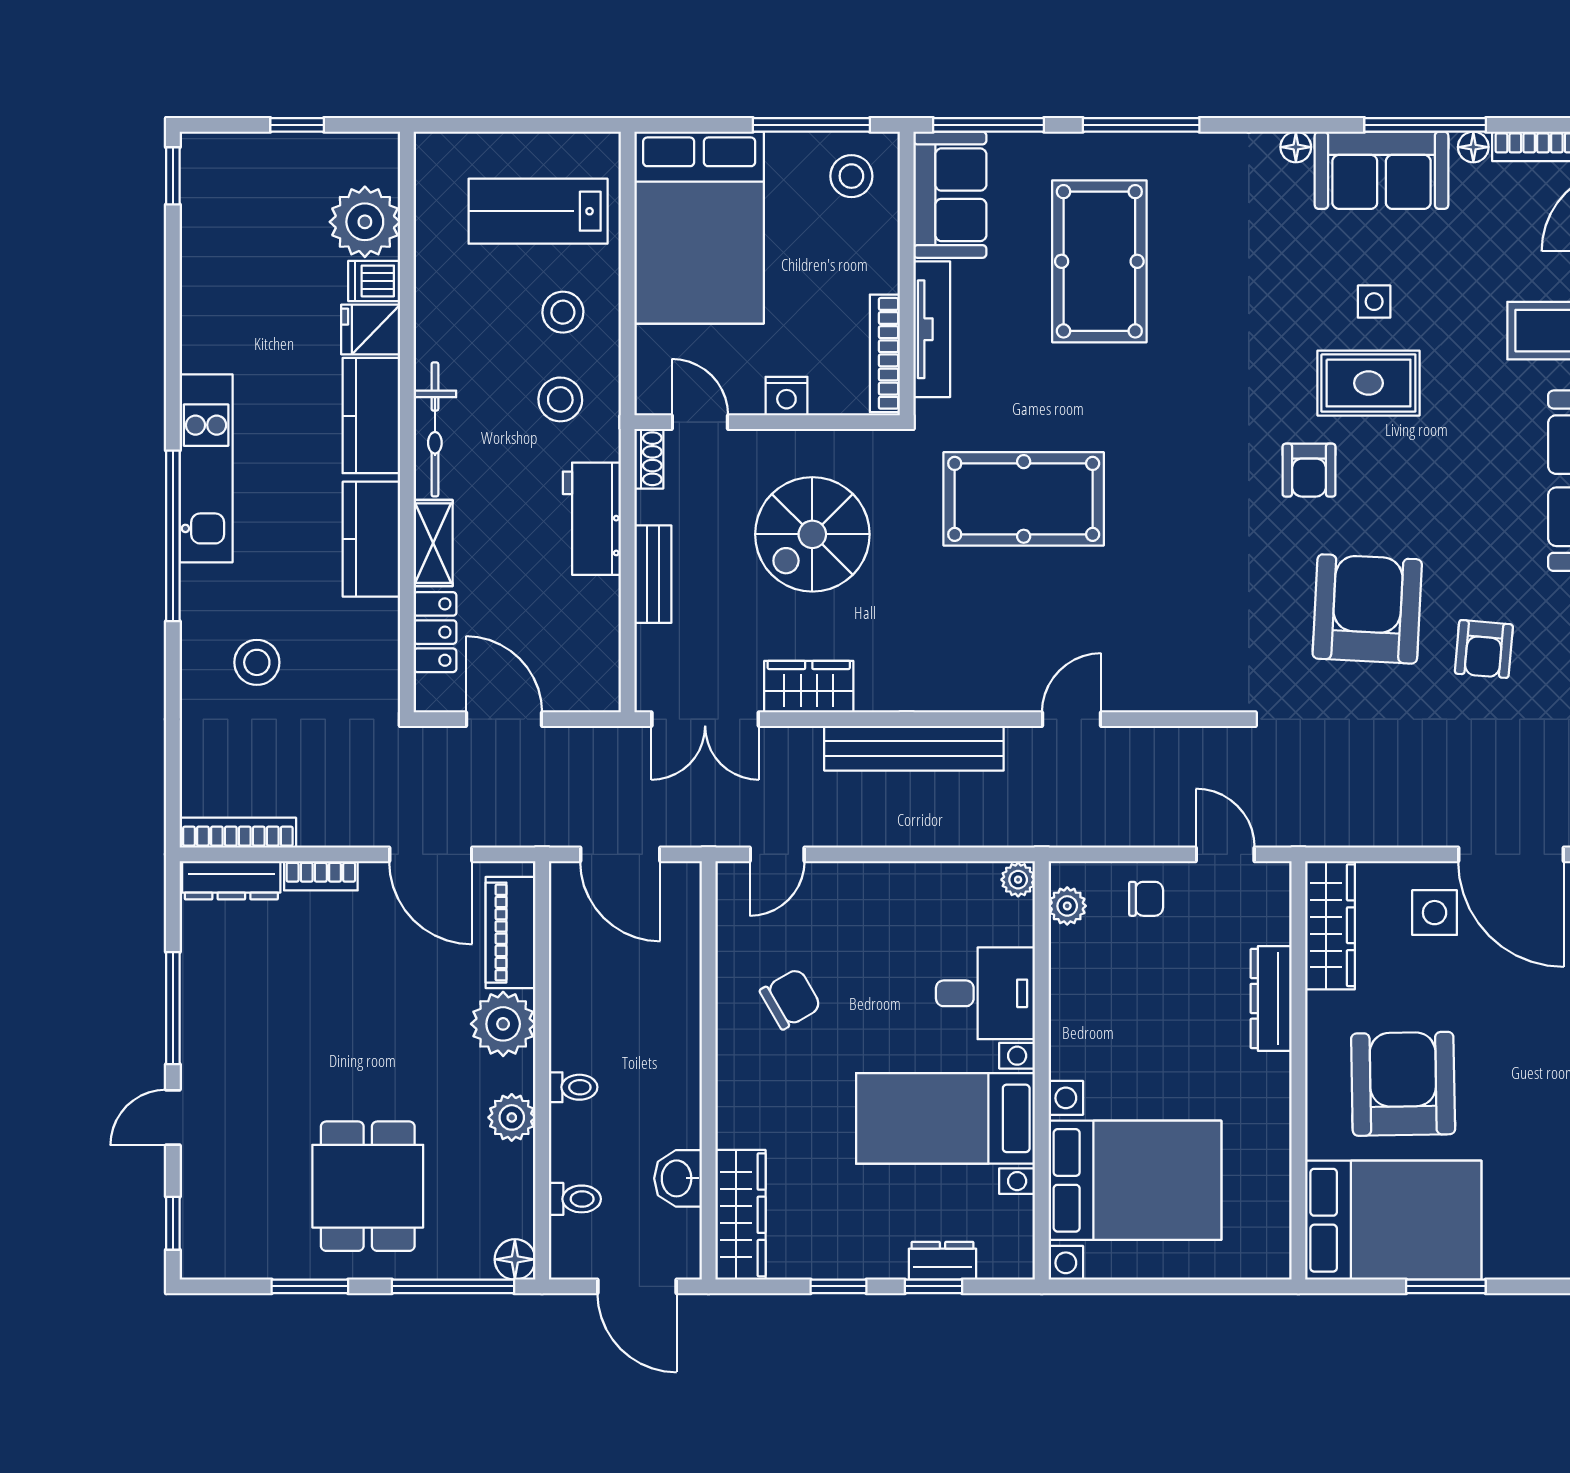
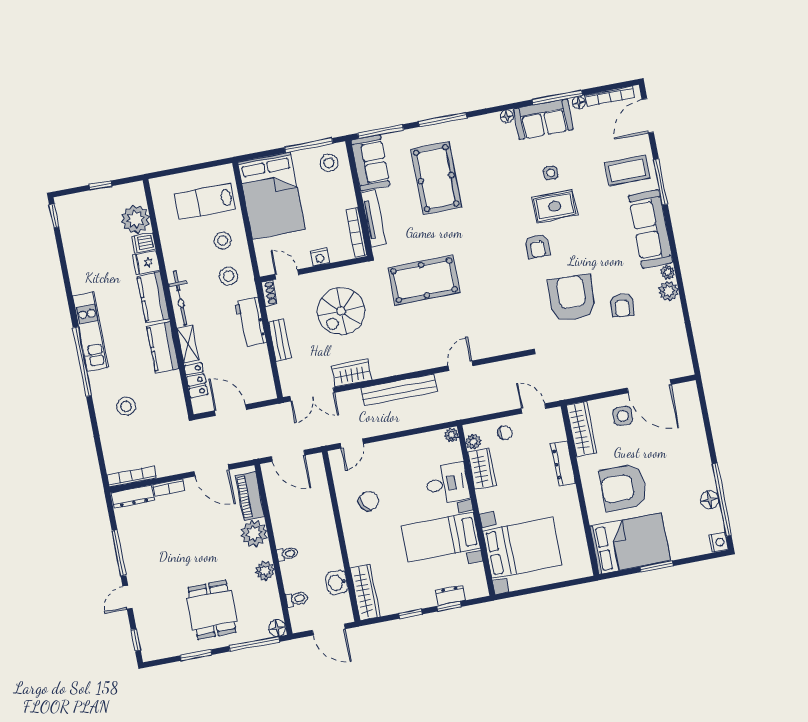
wardrobe: (1075, 974) -> (482, 469), added
armchair: (1403, 1084) -> (623, 488), turned -89

